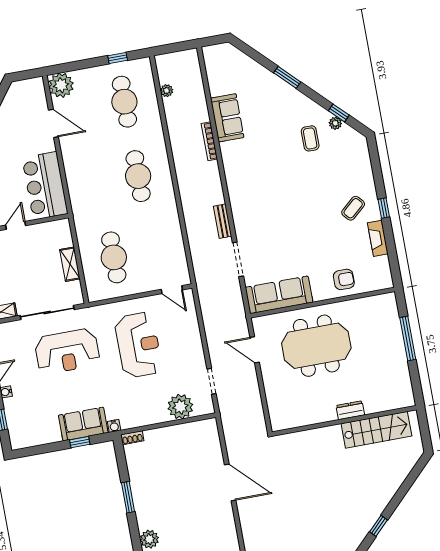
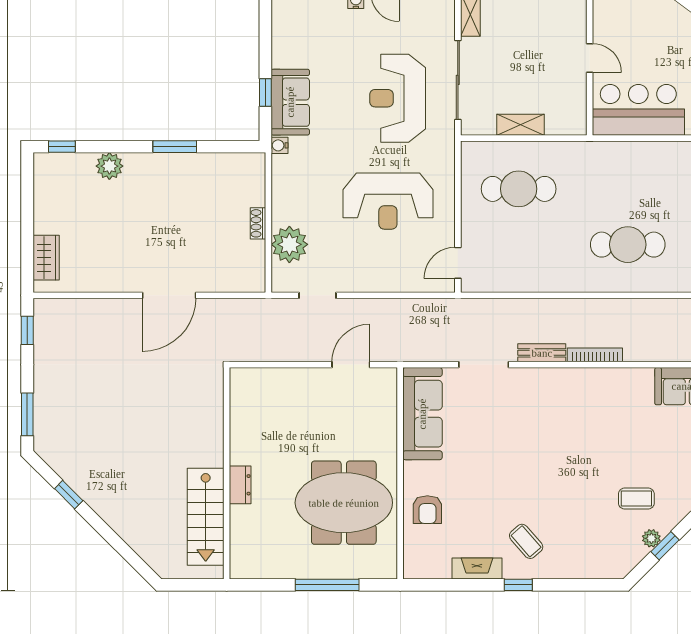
bookcase: (209, 141) -> (595, 355), moved
meeting table: (316, 346) -> (344, 503), moved, turned 90
shoe rack: (132, 438) -> (258, 223), moved

